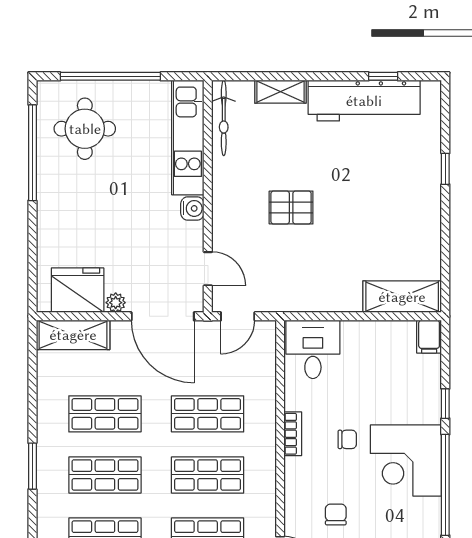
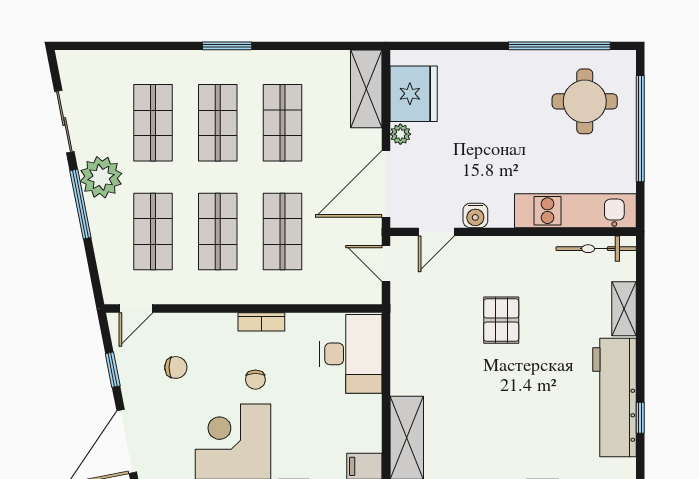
water cooler: (192, 208) -> (475, 215), moved
desk: (313, 349) -> (351, 354), width x1.37

